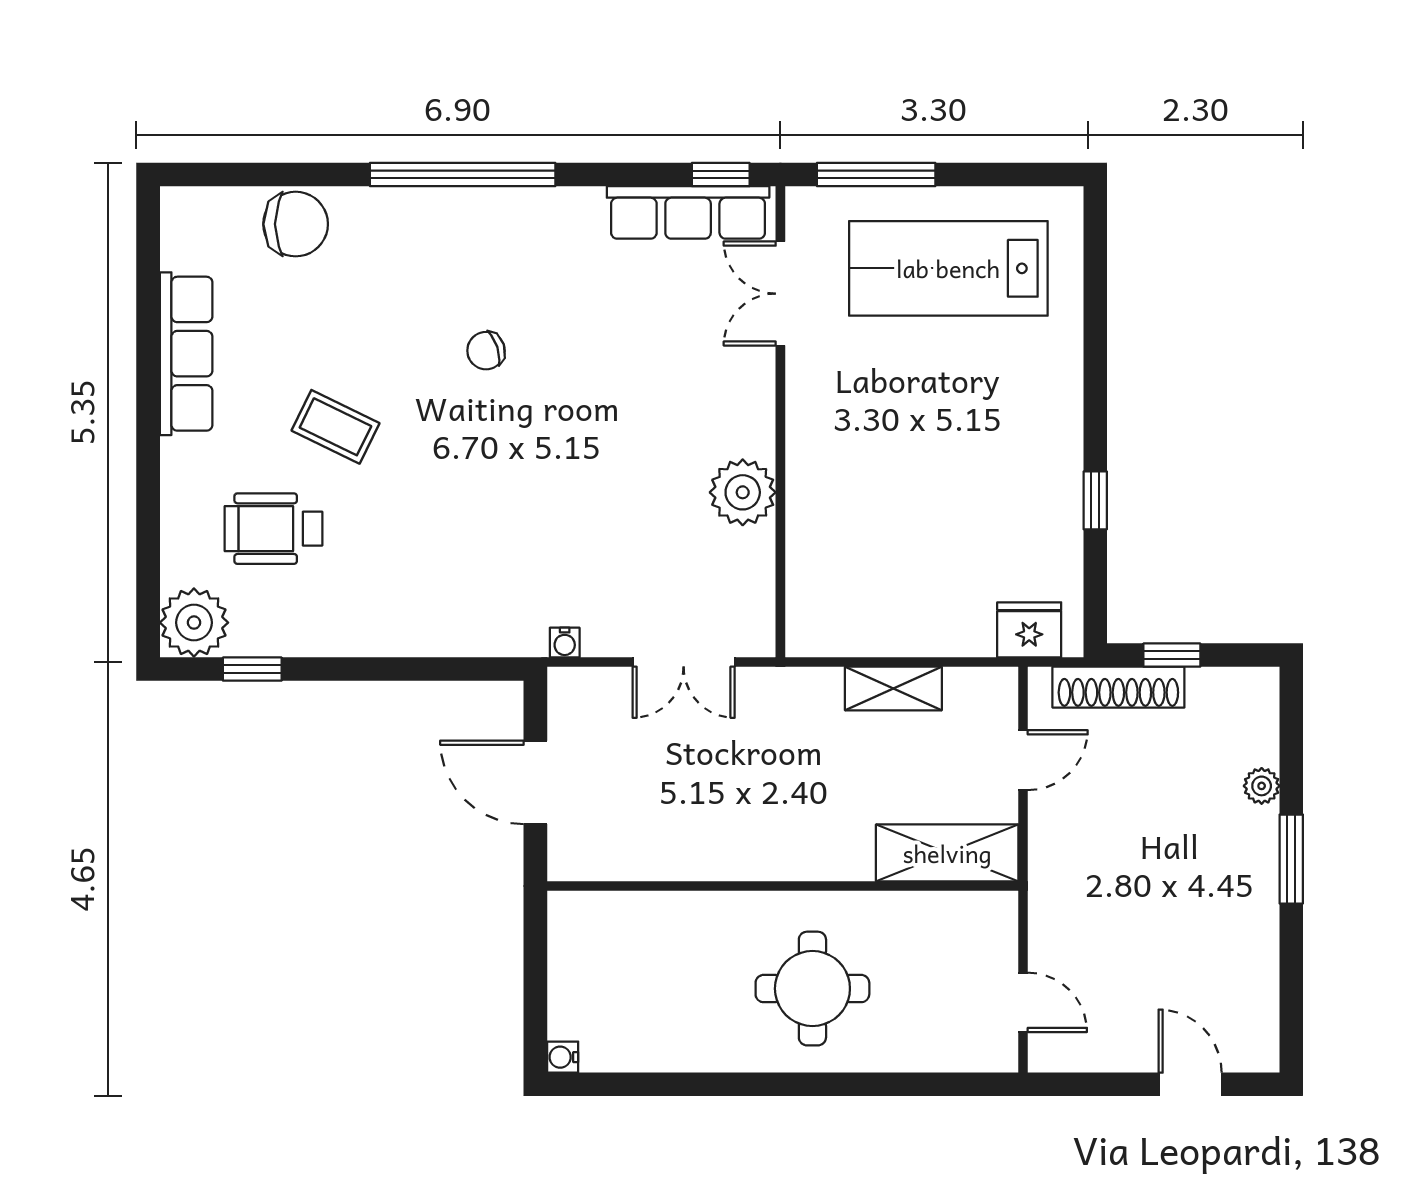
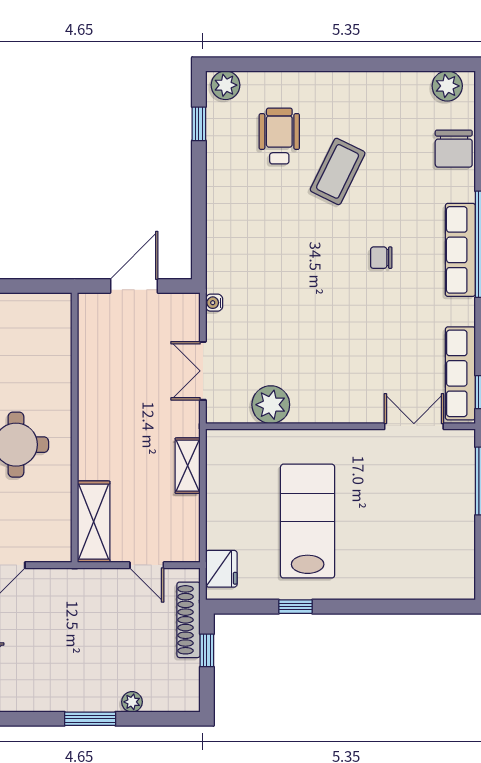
plant: (186, 235) -> (447, 86), added
lab bench: (948, 268) -> (308, 521), moved
chair: (486, 351) -> (381, 258), turned -72
row of seats: (186, 354) -> (460, 250), moved, turned 90
coffee table: (335, 427) -> (338, 171), width x1.36, depth x1.30
plant: (743, 492) -> (271, 405), moved
plant: (194, 623) -> (226, 85), width x0.73, depth x0.73
shelving: (893, 689) -> (188, 466), moved

